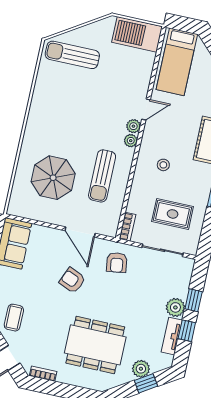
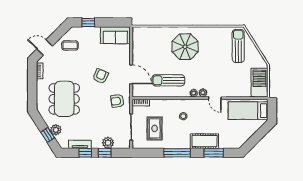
parasol: (53, 178) -> (185, 47), moved
door: (80, 232) -> (131, 74), swing flipped
plant: (175, 307) -> (108, 143), moved

